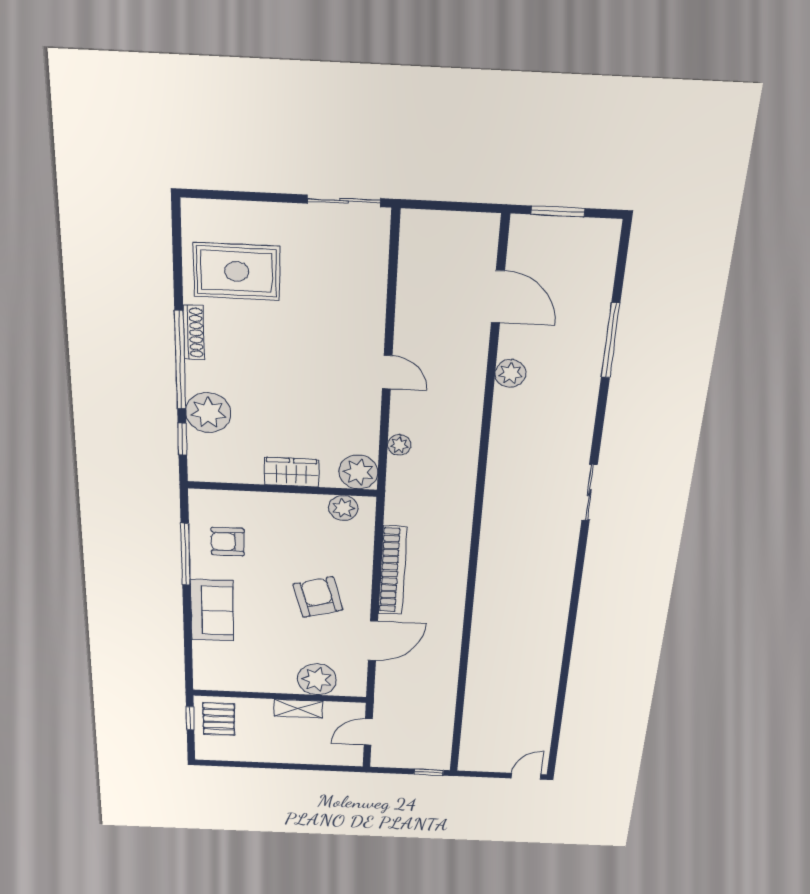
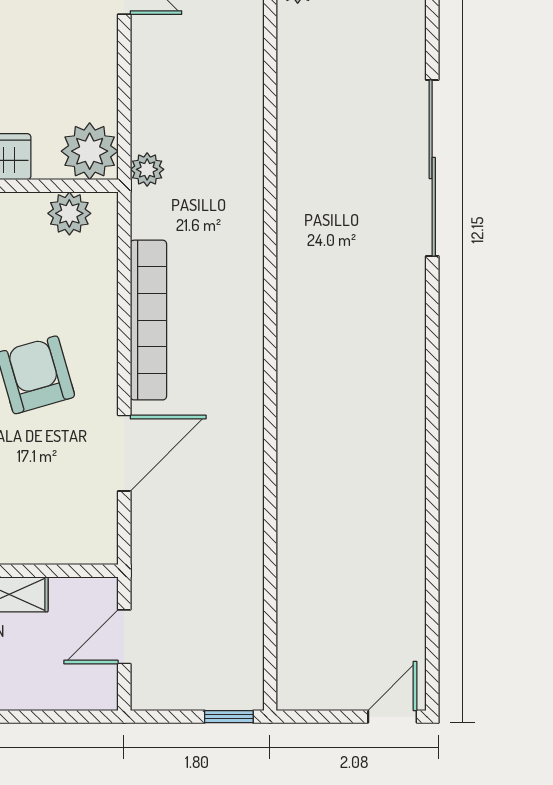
plant: (399, 445) -> (147, 169), moved
sliding door: (589, 492) -> (432, 168), width x1.86
plant: (317, 679) -> (38, 534), removed

